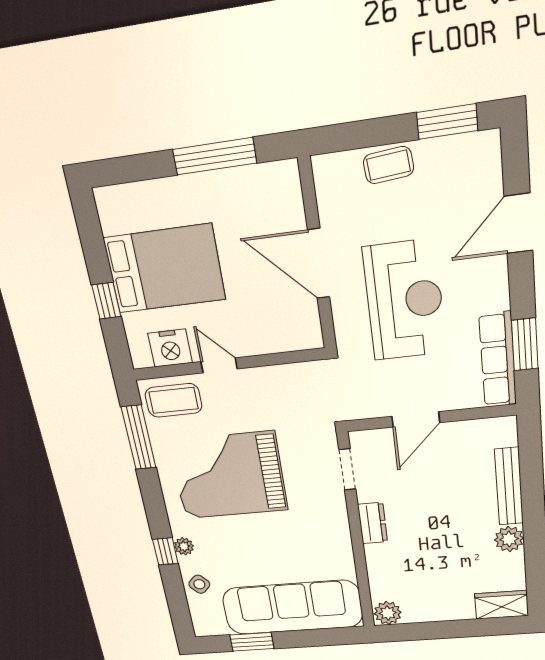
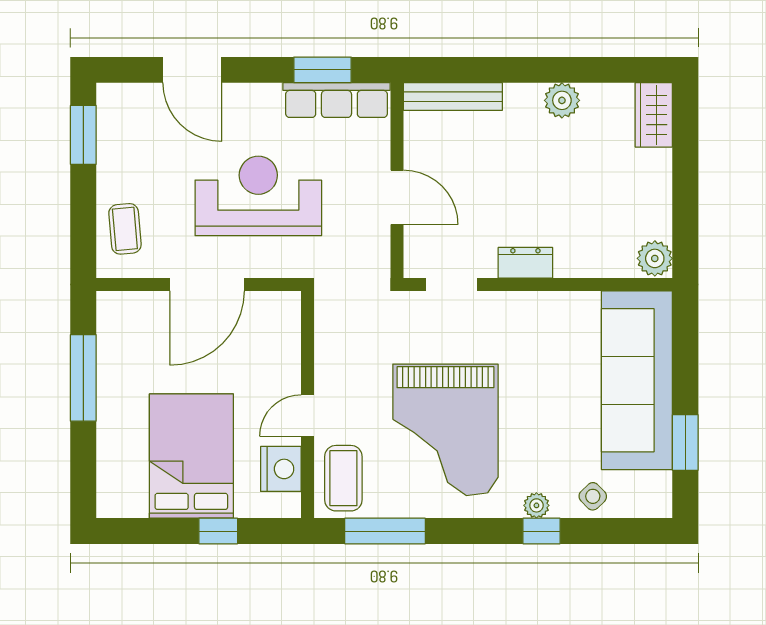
coffee table: (388, 165) -> (125, 229), moved
bench: (509, 487) -> (453, 97), moved

